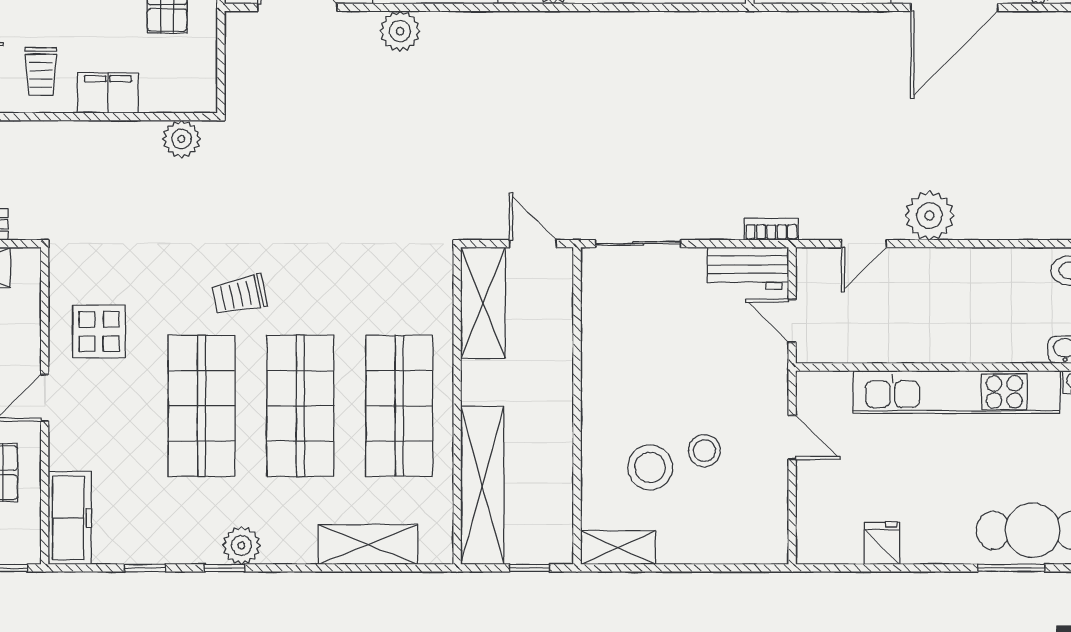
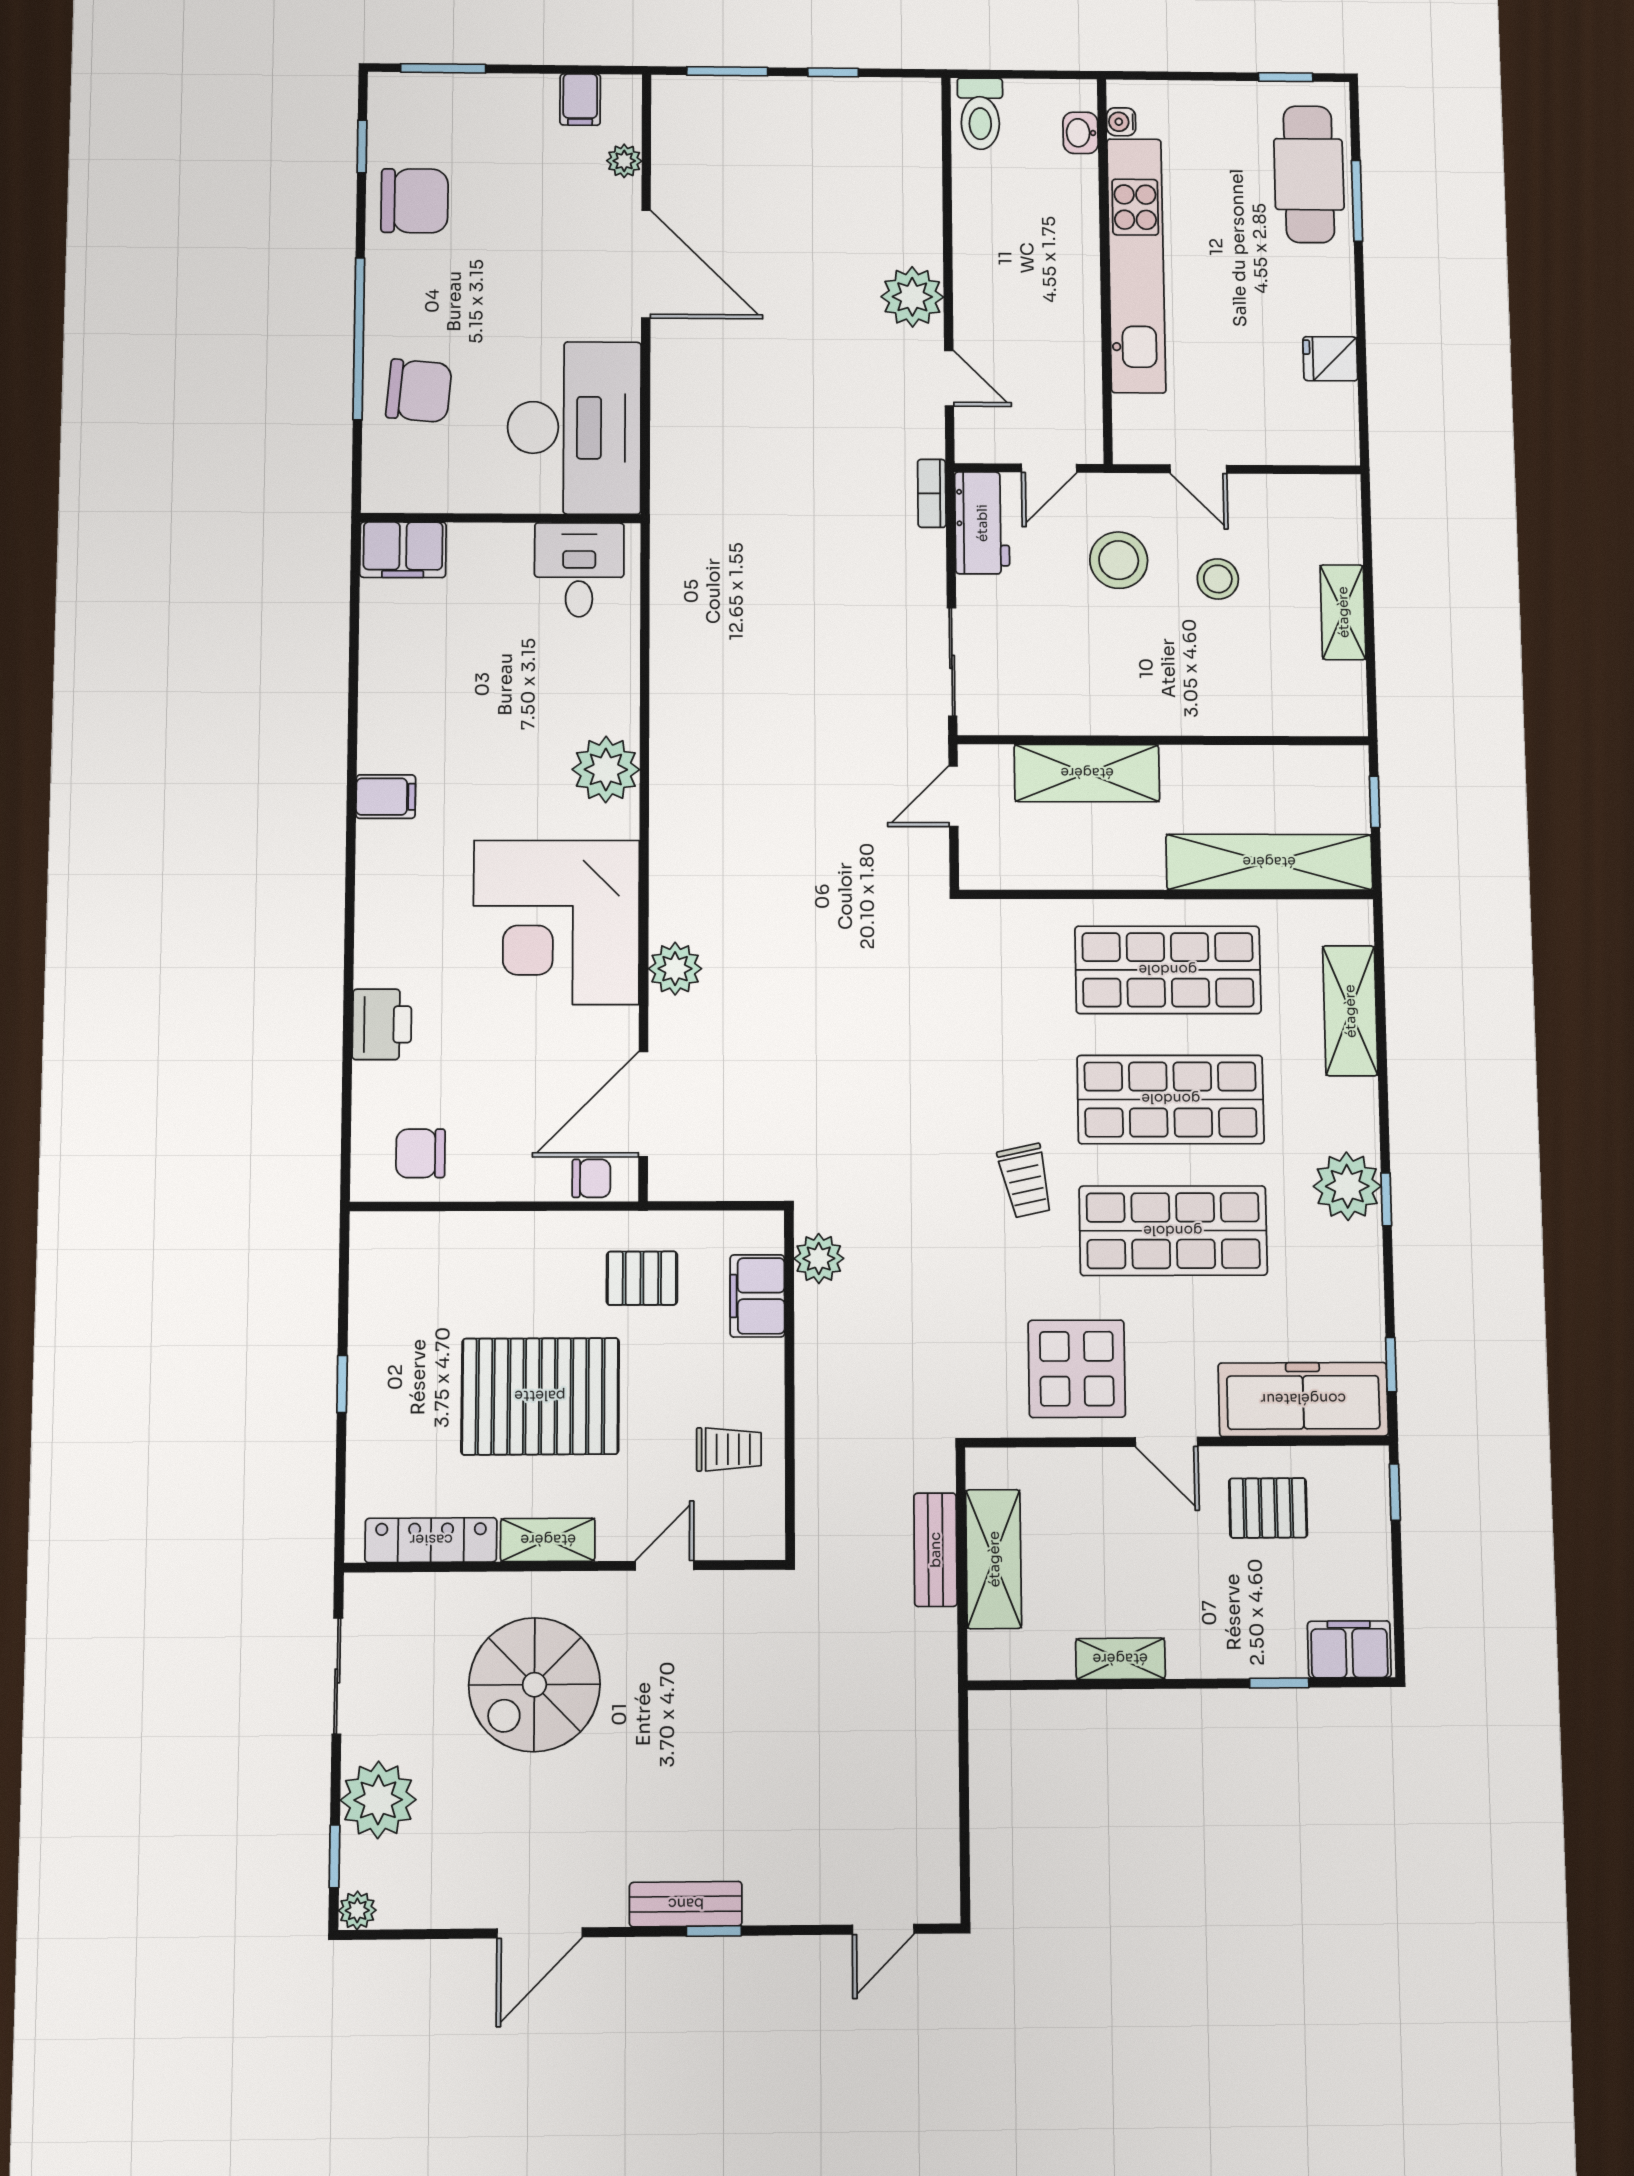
filing cabinet: (108, 93) -> (757, 1296), moved
shelving: (483, 303) -> (1087, 773), moved
display table: (99, 331) -> (1077, 1369), width x1.36, depth x1.36
door: (792, 437) -> (1198, 469), swing flipped
stool: (650, 467) -> (1119, 560), moved
freezer: (70, 518) -> (1303, 1399), width x1.36, depth x1.26
plant: (241, 545) -> (1347, 1186), width x1.36, depth x1.36
shelving: (618, 548) -> (1343, 612), moved
window: (145, 568) -> (1391, 1365), moved

